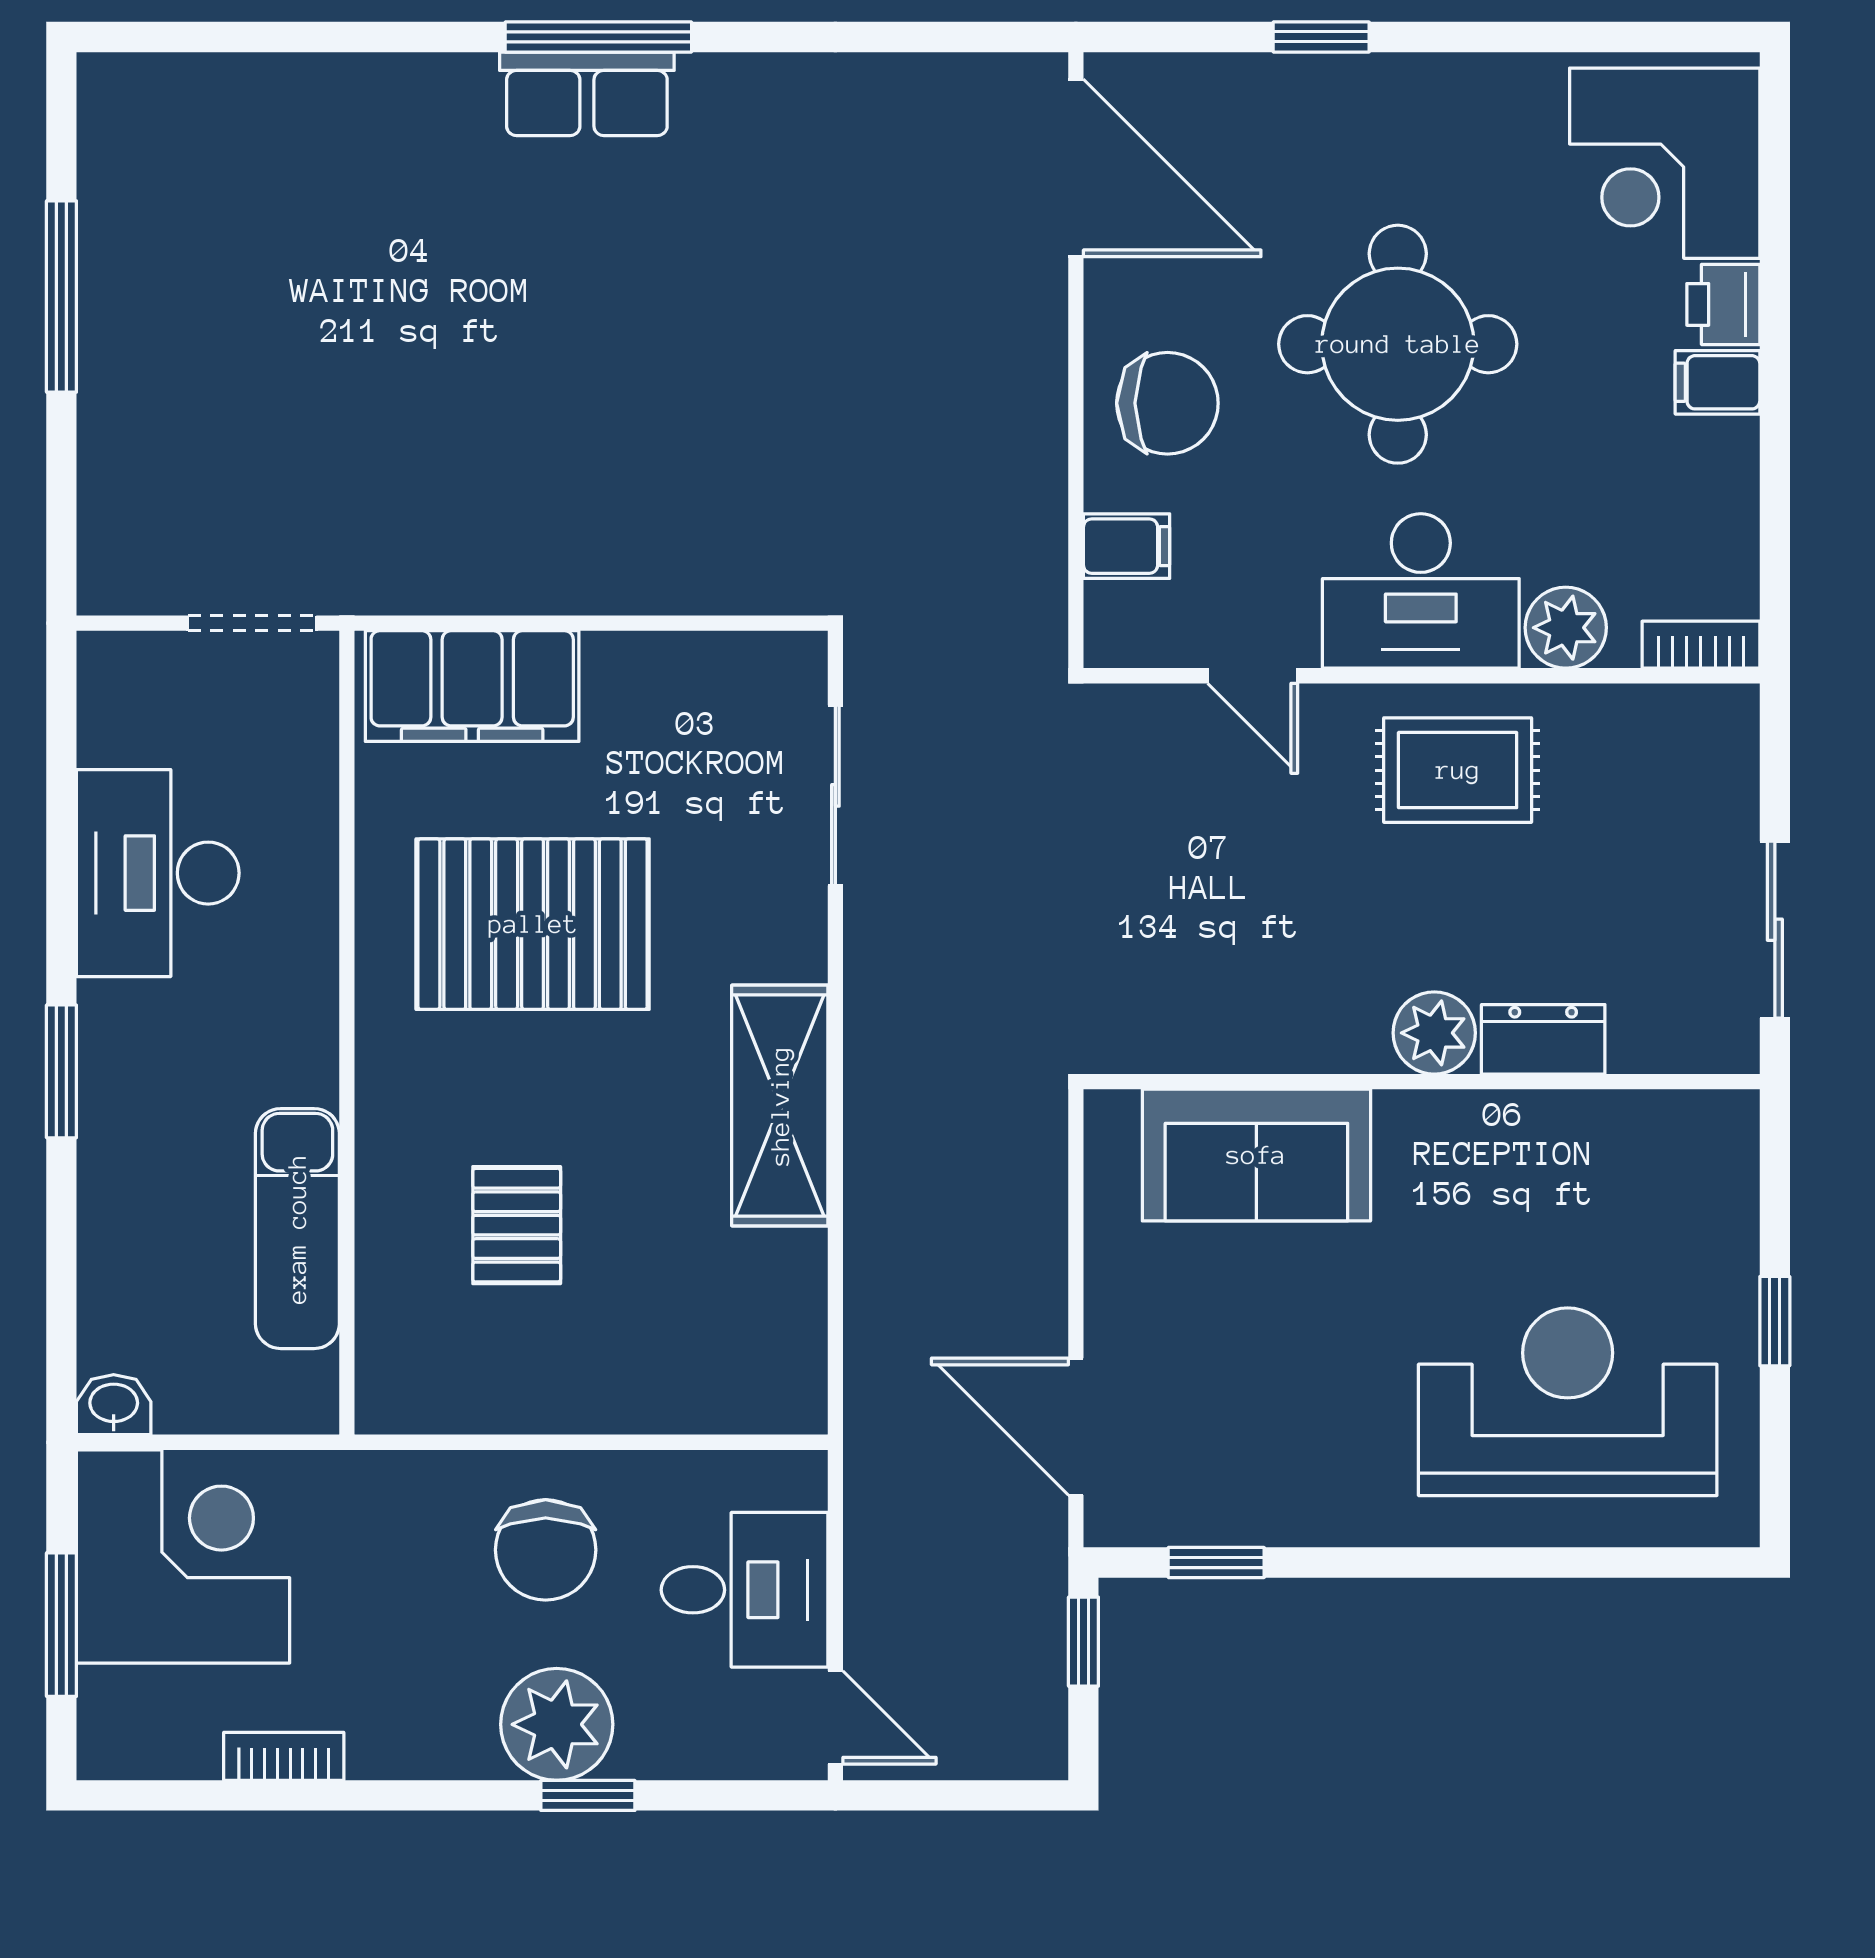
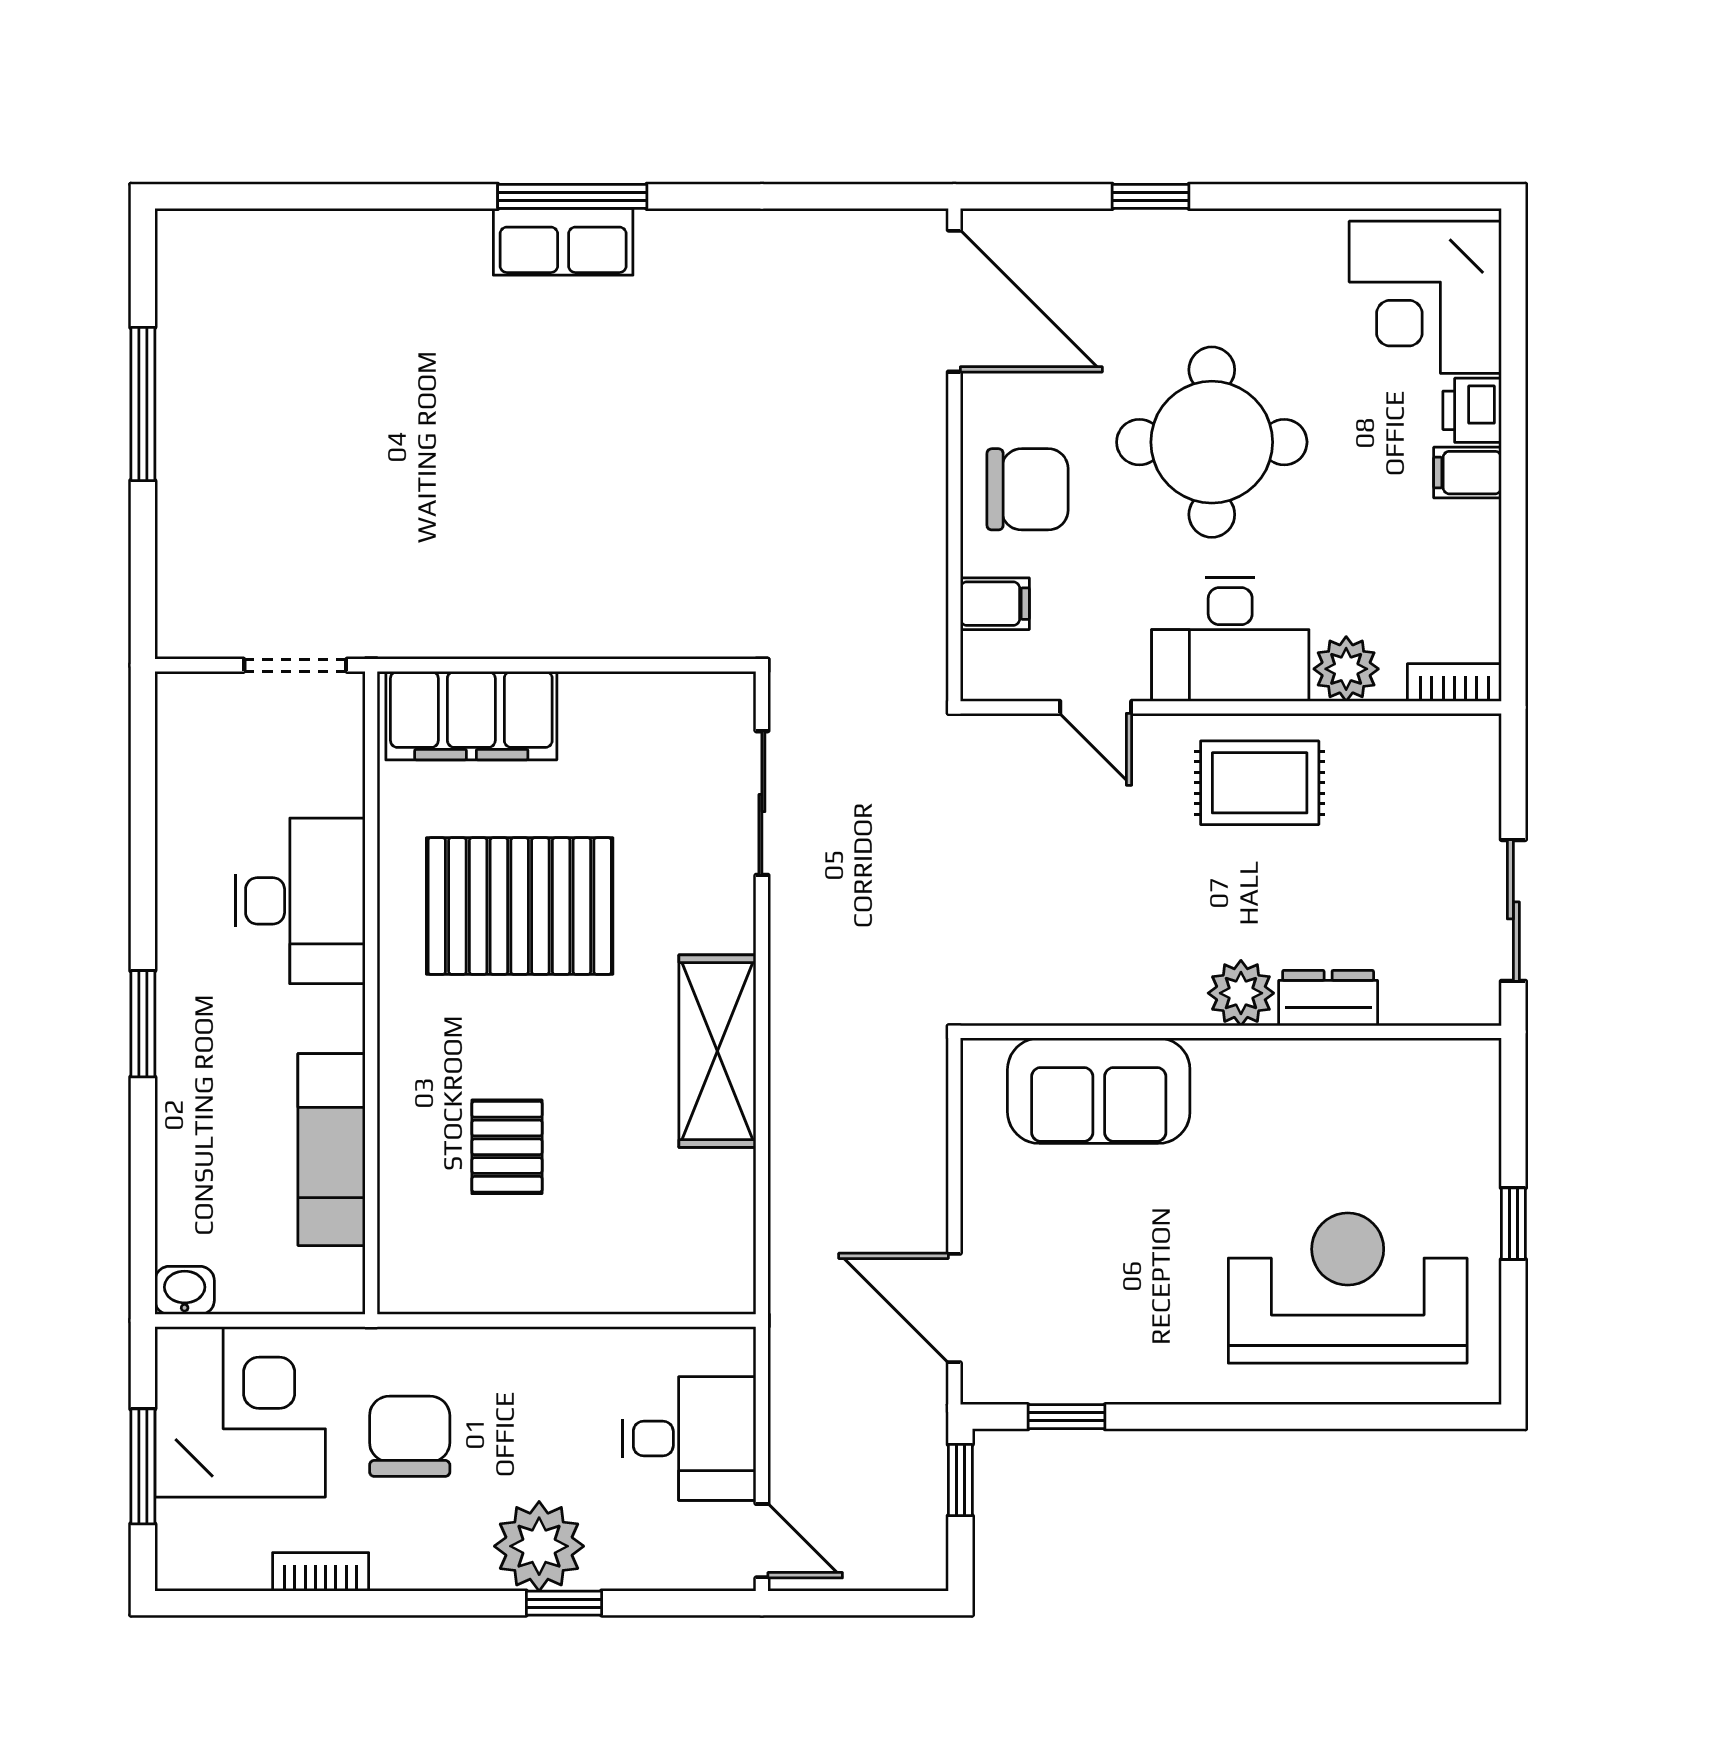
desk: (158, 873) -> (300, 901), moved, turned 180
chair: (546, 1550) -> (410, 1436), moved, turned 180

